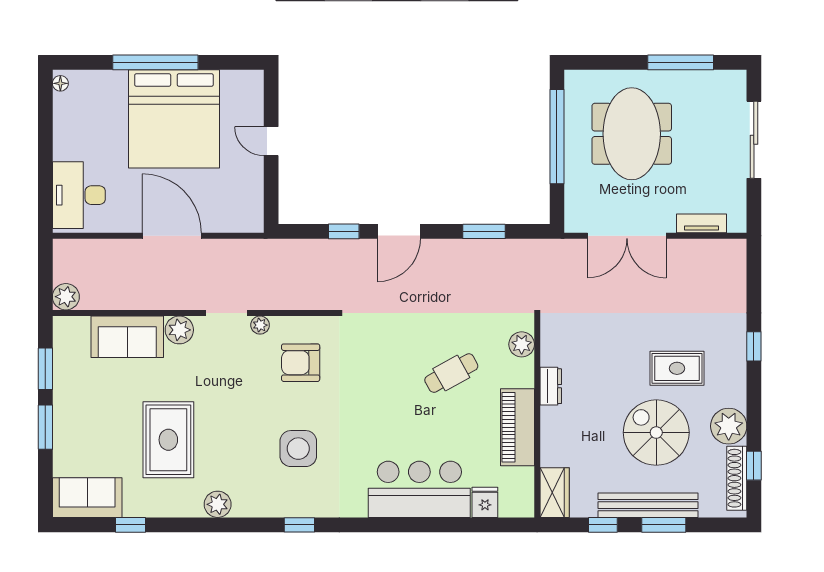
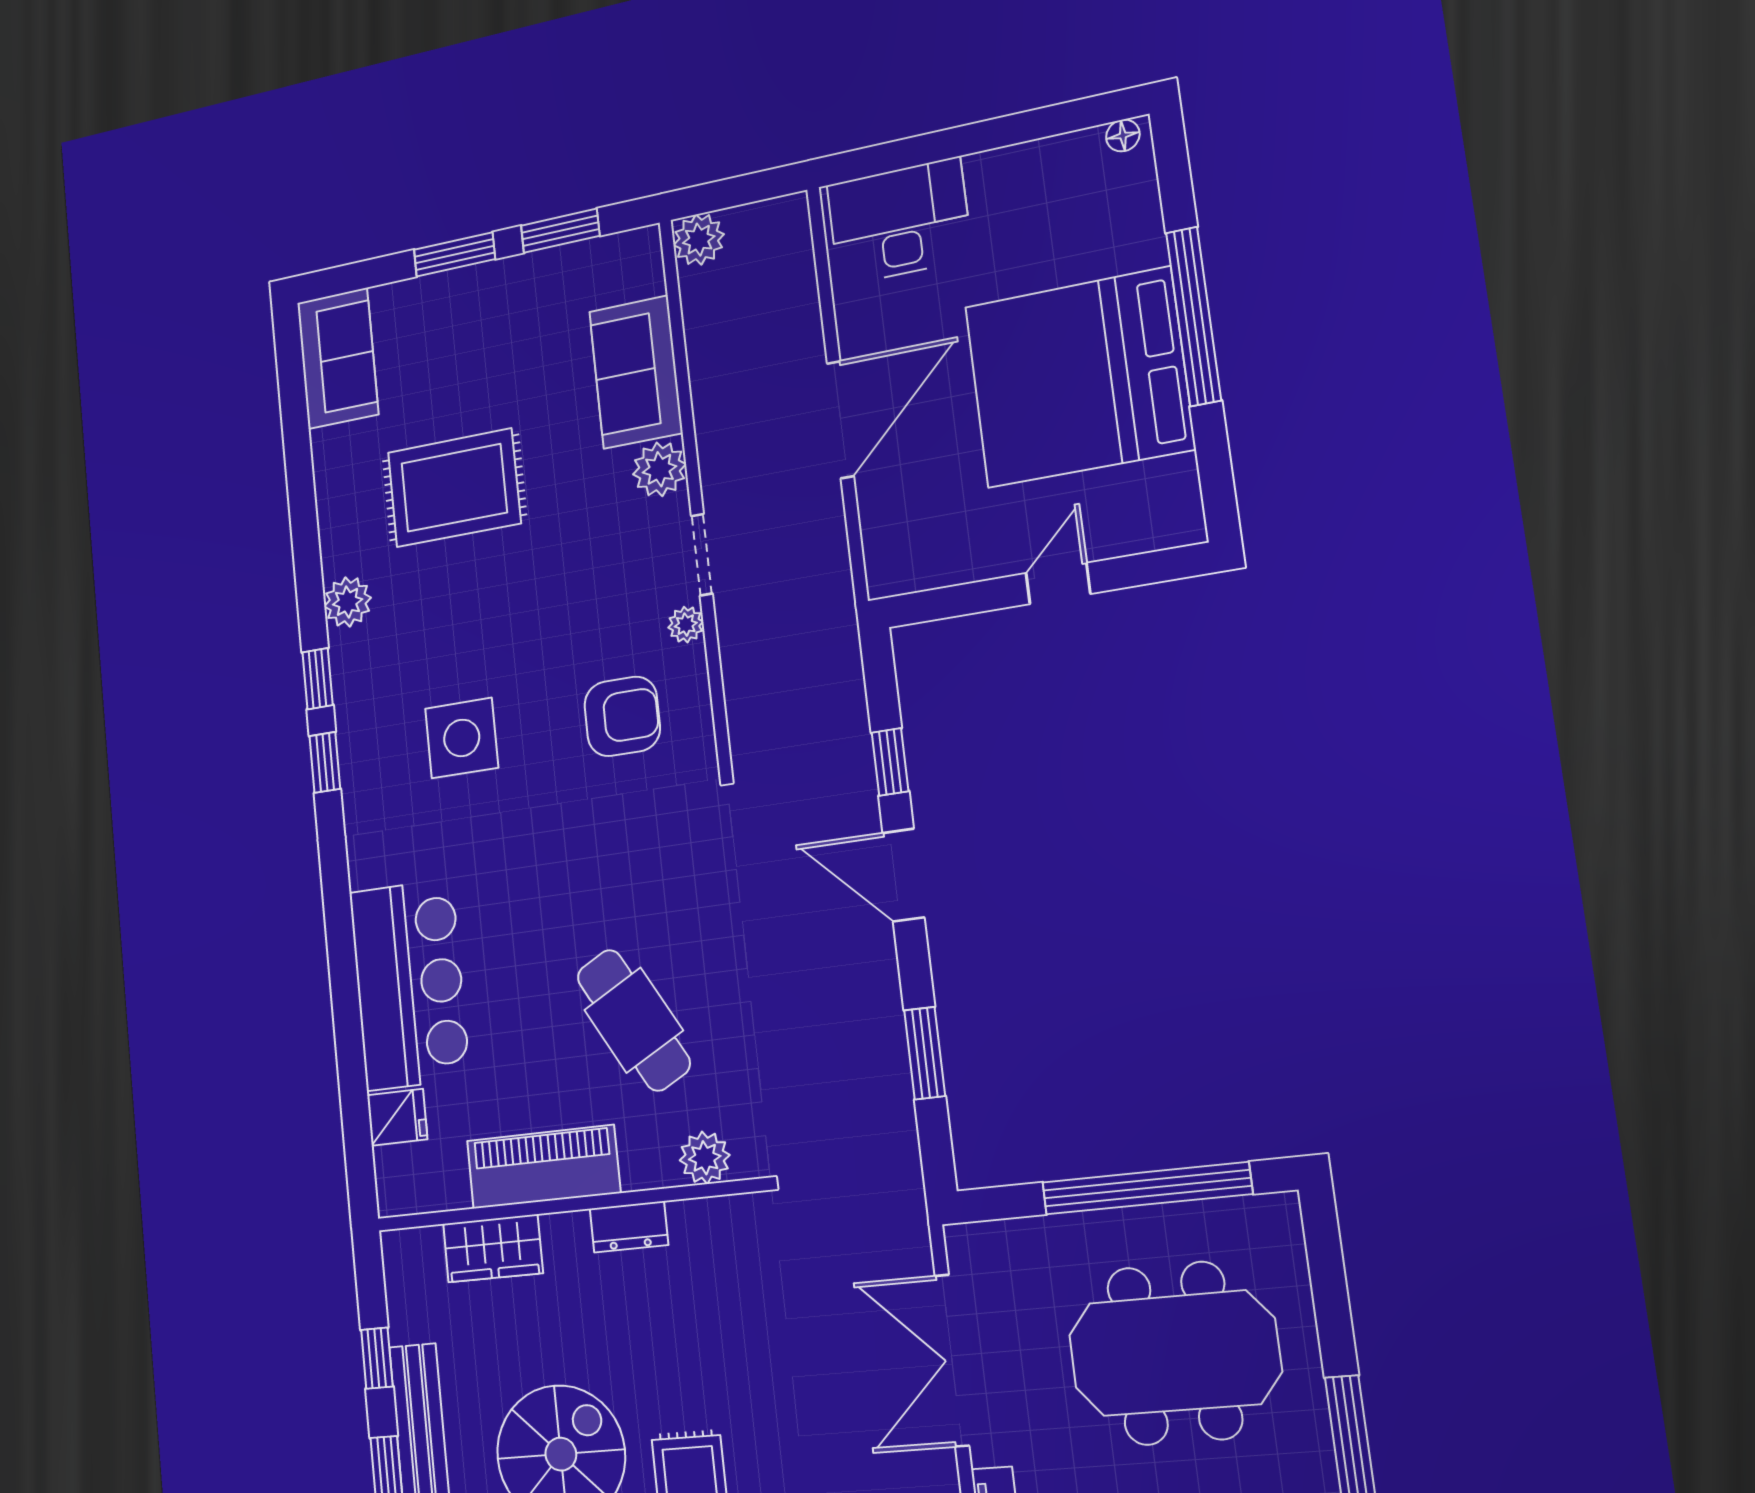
armchair: (301, 363) -> (622, 716), turned 90
cafe table: (451, 373) -> (634, 1020), width x1.37, depth x1.35
wardrobe: (555, 493) -> (493, 1248), moved
window: (131, 525) -> (318, 679), moved

